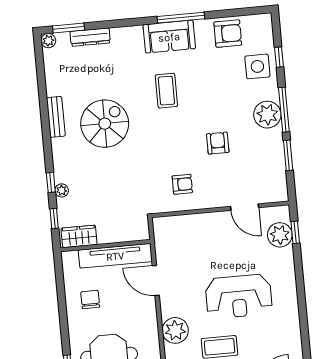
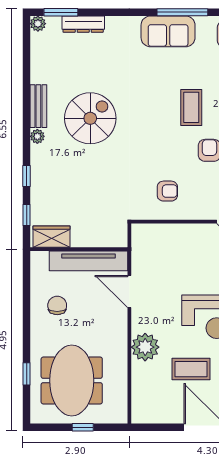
coffee table: (166, 91) -> (191, 107), moved
plant: (62, 190) -> (37, 136), moved

